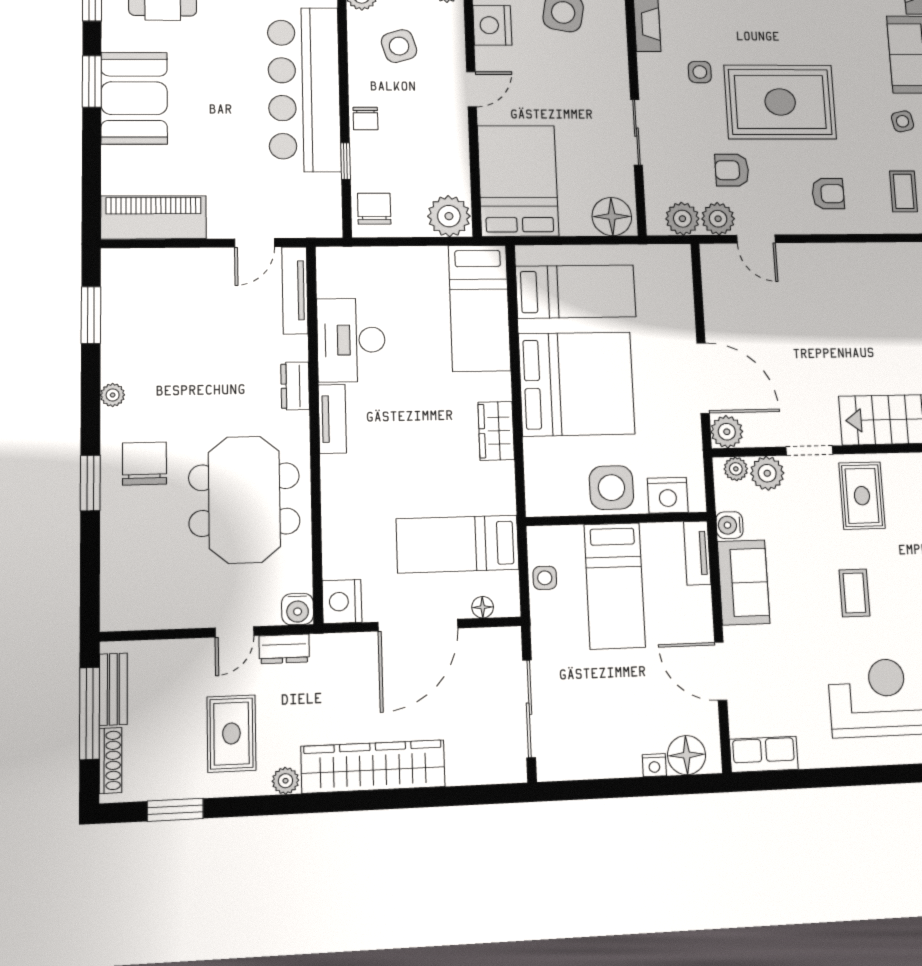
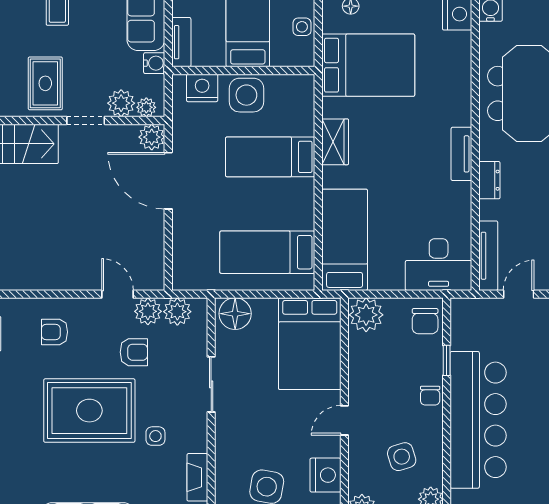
chair: (365, 119) -> (430, 396), turned 180
desk: (351, 340) -> (439, 265), moved, turned 90
bed: (577, 384) -> (270, 157), width x0.49
bed: (458, 544) -> (368, 65), width x1.50

